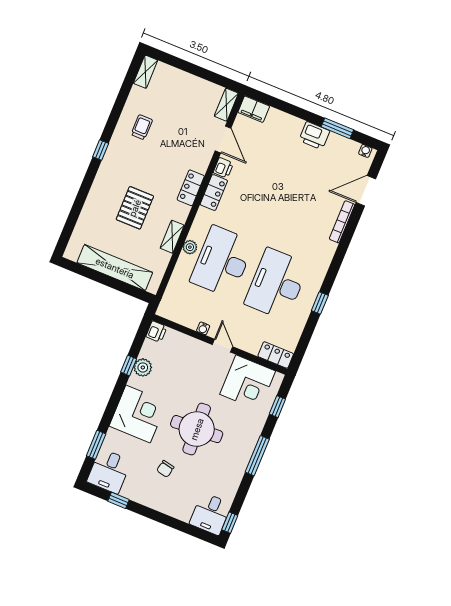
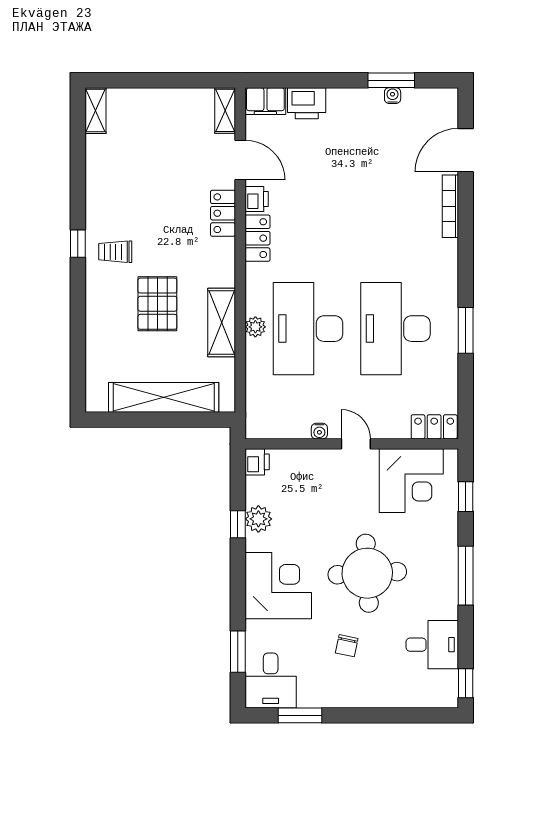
trolley: (142, 127) -> (115, 252), moved, turned -90
printer: (314, 136) -> (307, 103), moved
water cooler: (365, 151) -> (393, 96), moved
locker: (191, 188) -> (223, 213), moved
shelving: (172, 237) -> (222, 322), width x1.50, depth x1.33
window: (320, 303) -> (466, 330), width x1.50
window: (118, 500) -> (300, 715), width x1.50
desk: (211, 514) -> (432, 645), moved, turned -90

